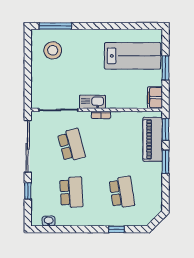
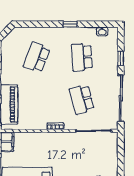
kitchen sink: (92, 102) -> (63, 138), removed
school desk: (122, 192) -> (37, 57), turned 30
window: (116, 229) -> (70, 24), moved

